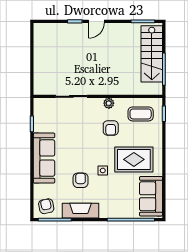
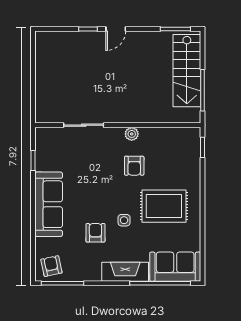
coffee table: (141, 114) -> (173, 148), removed
sofa: (151, 196) -> (175, 267), moved, turned 90
fireplace: (80, 211) -> (125, 272), moved

